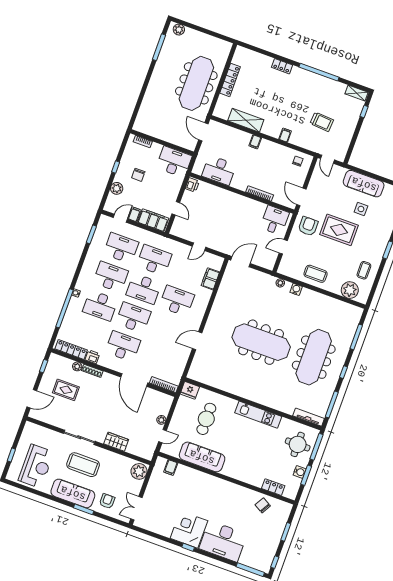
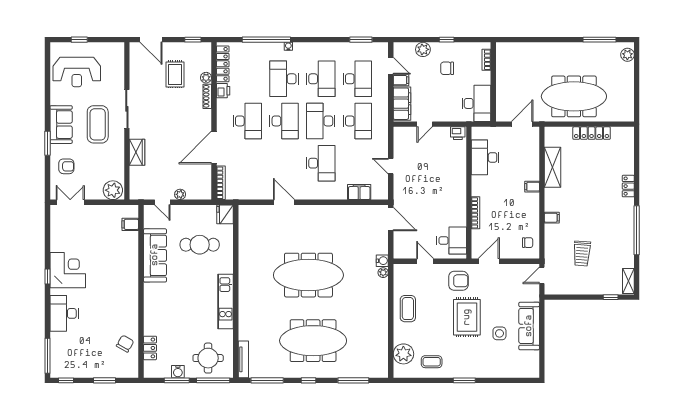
water cooler: (296, 289) -> (382, 261), moved
meeting table: (261, 342) -> (308, 275), turned 90
sofa: (73, 493) -> (61, 125), width x0.73
desk: (223, 541) -> (64, 313), width x0.73, depth x0.77

